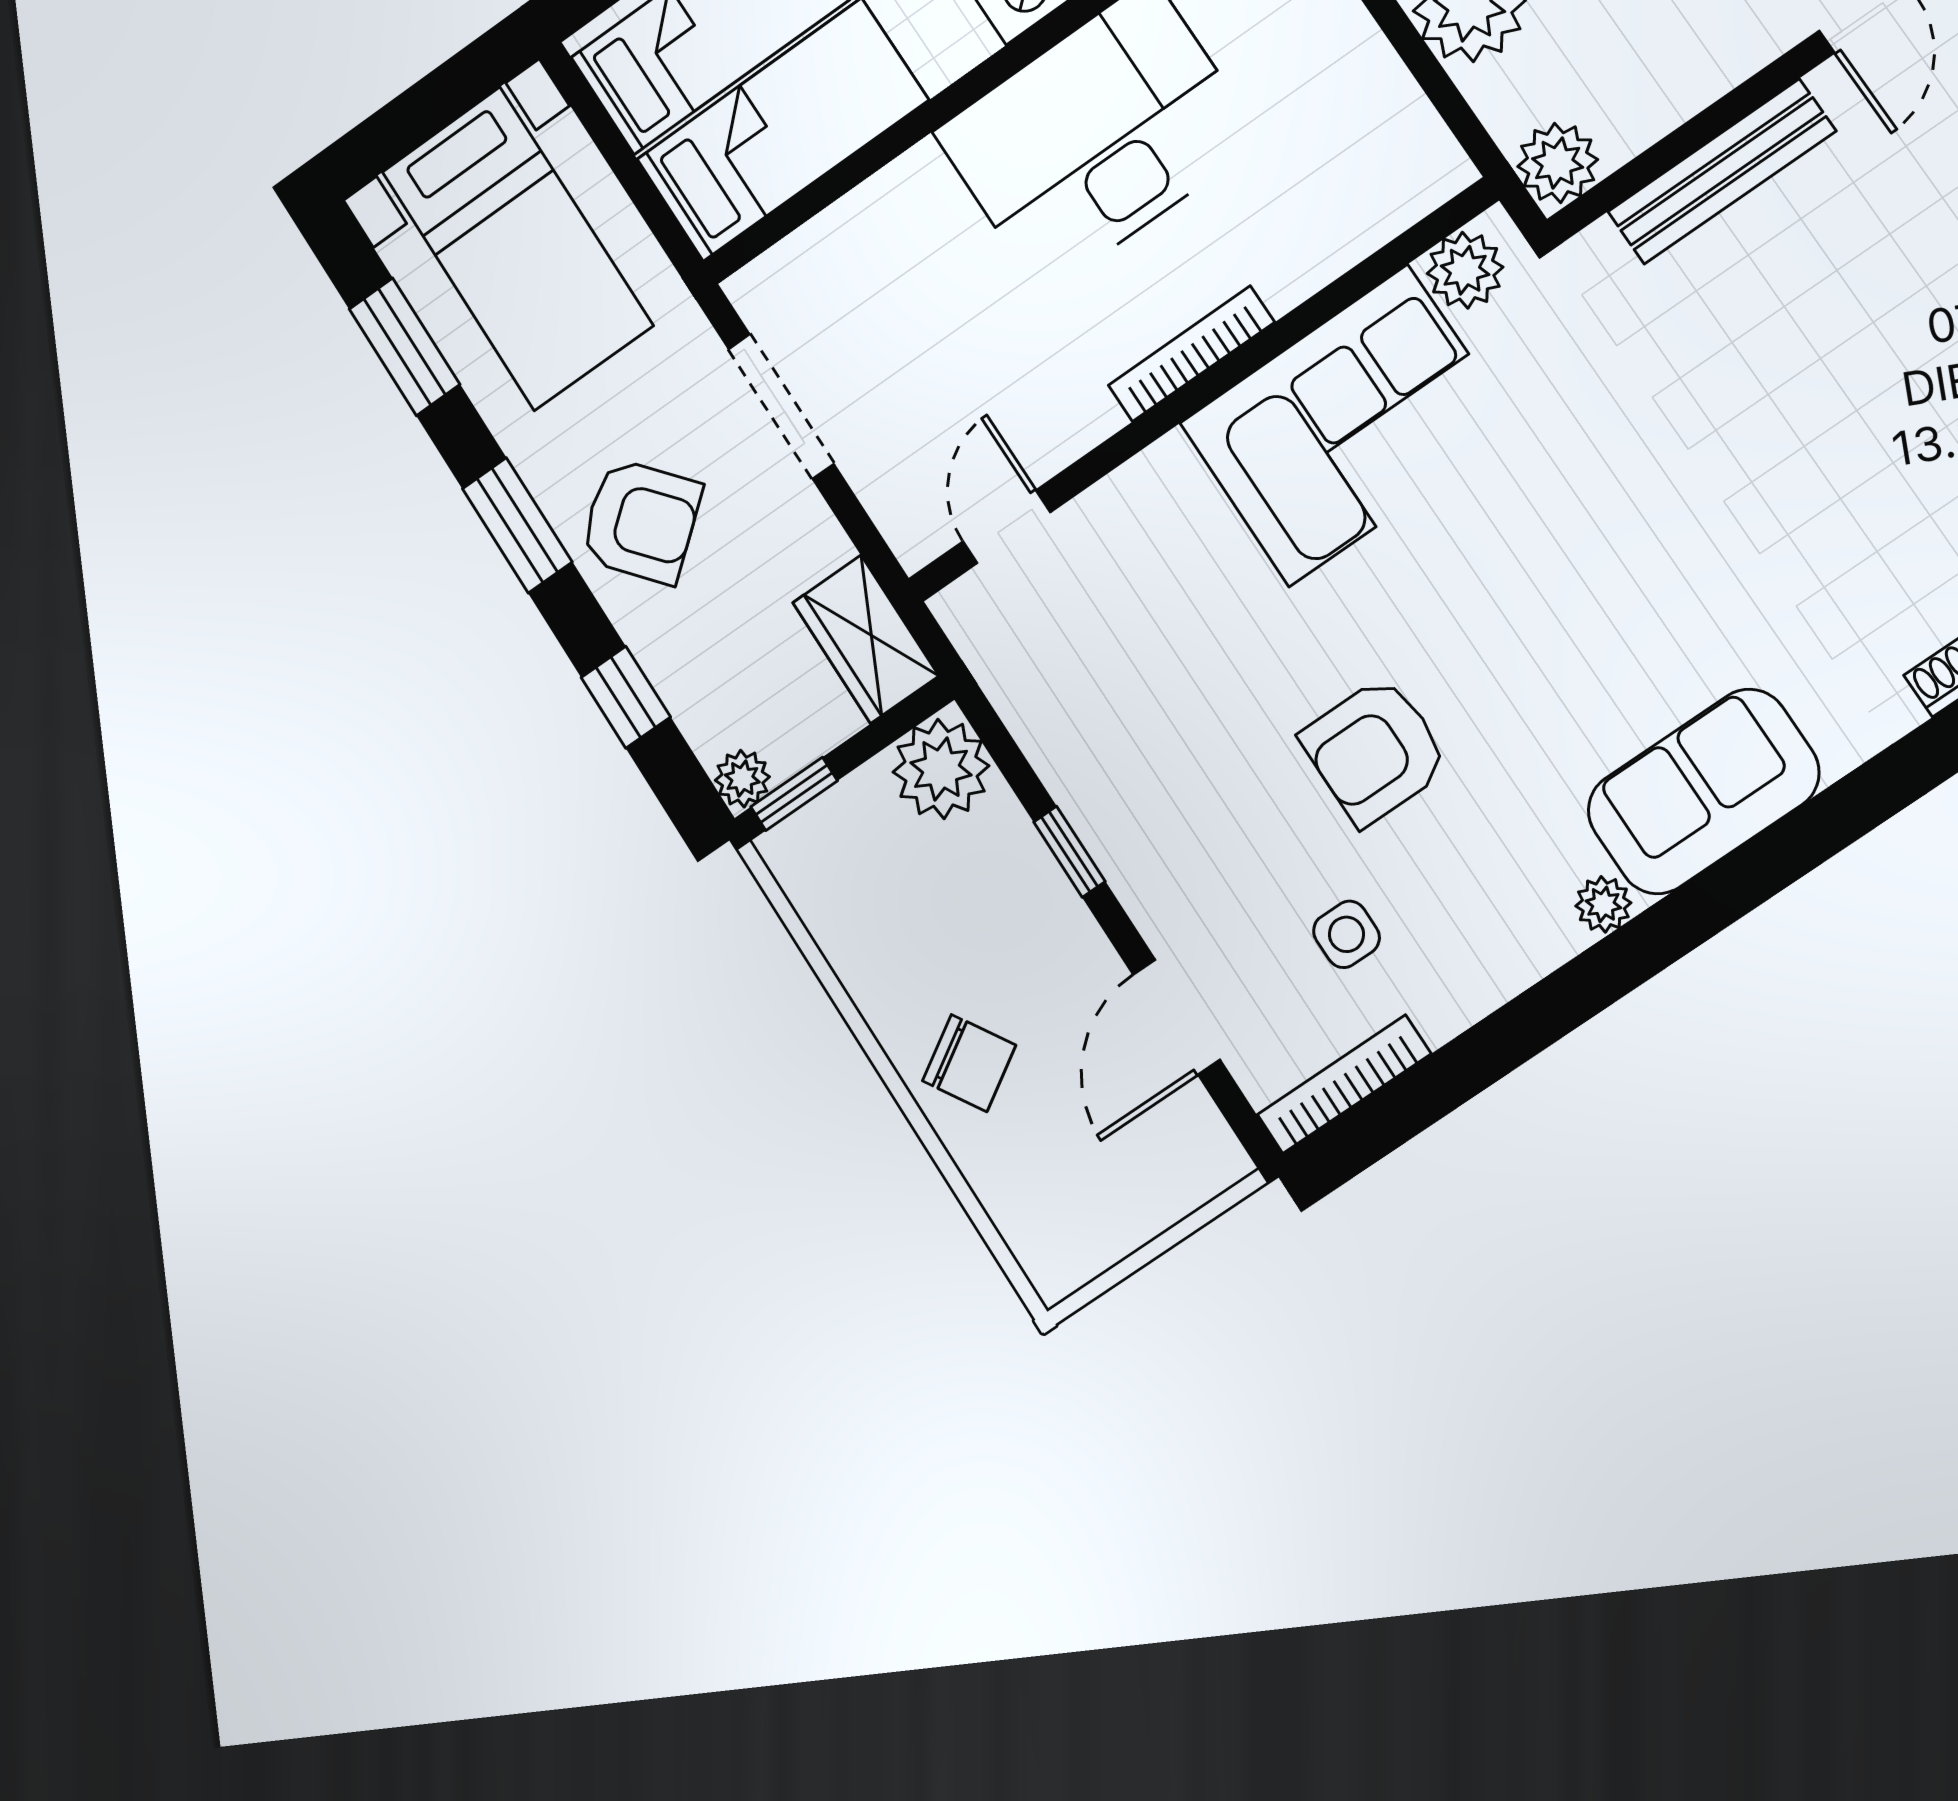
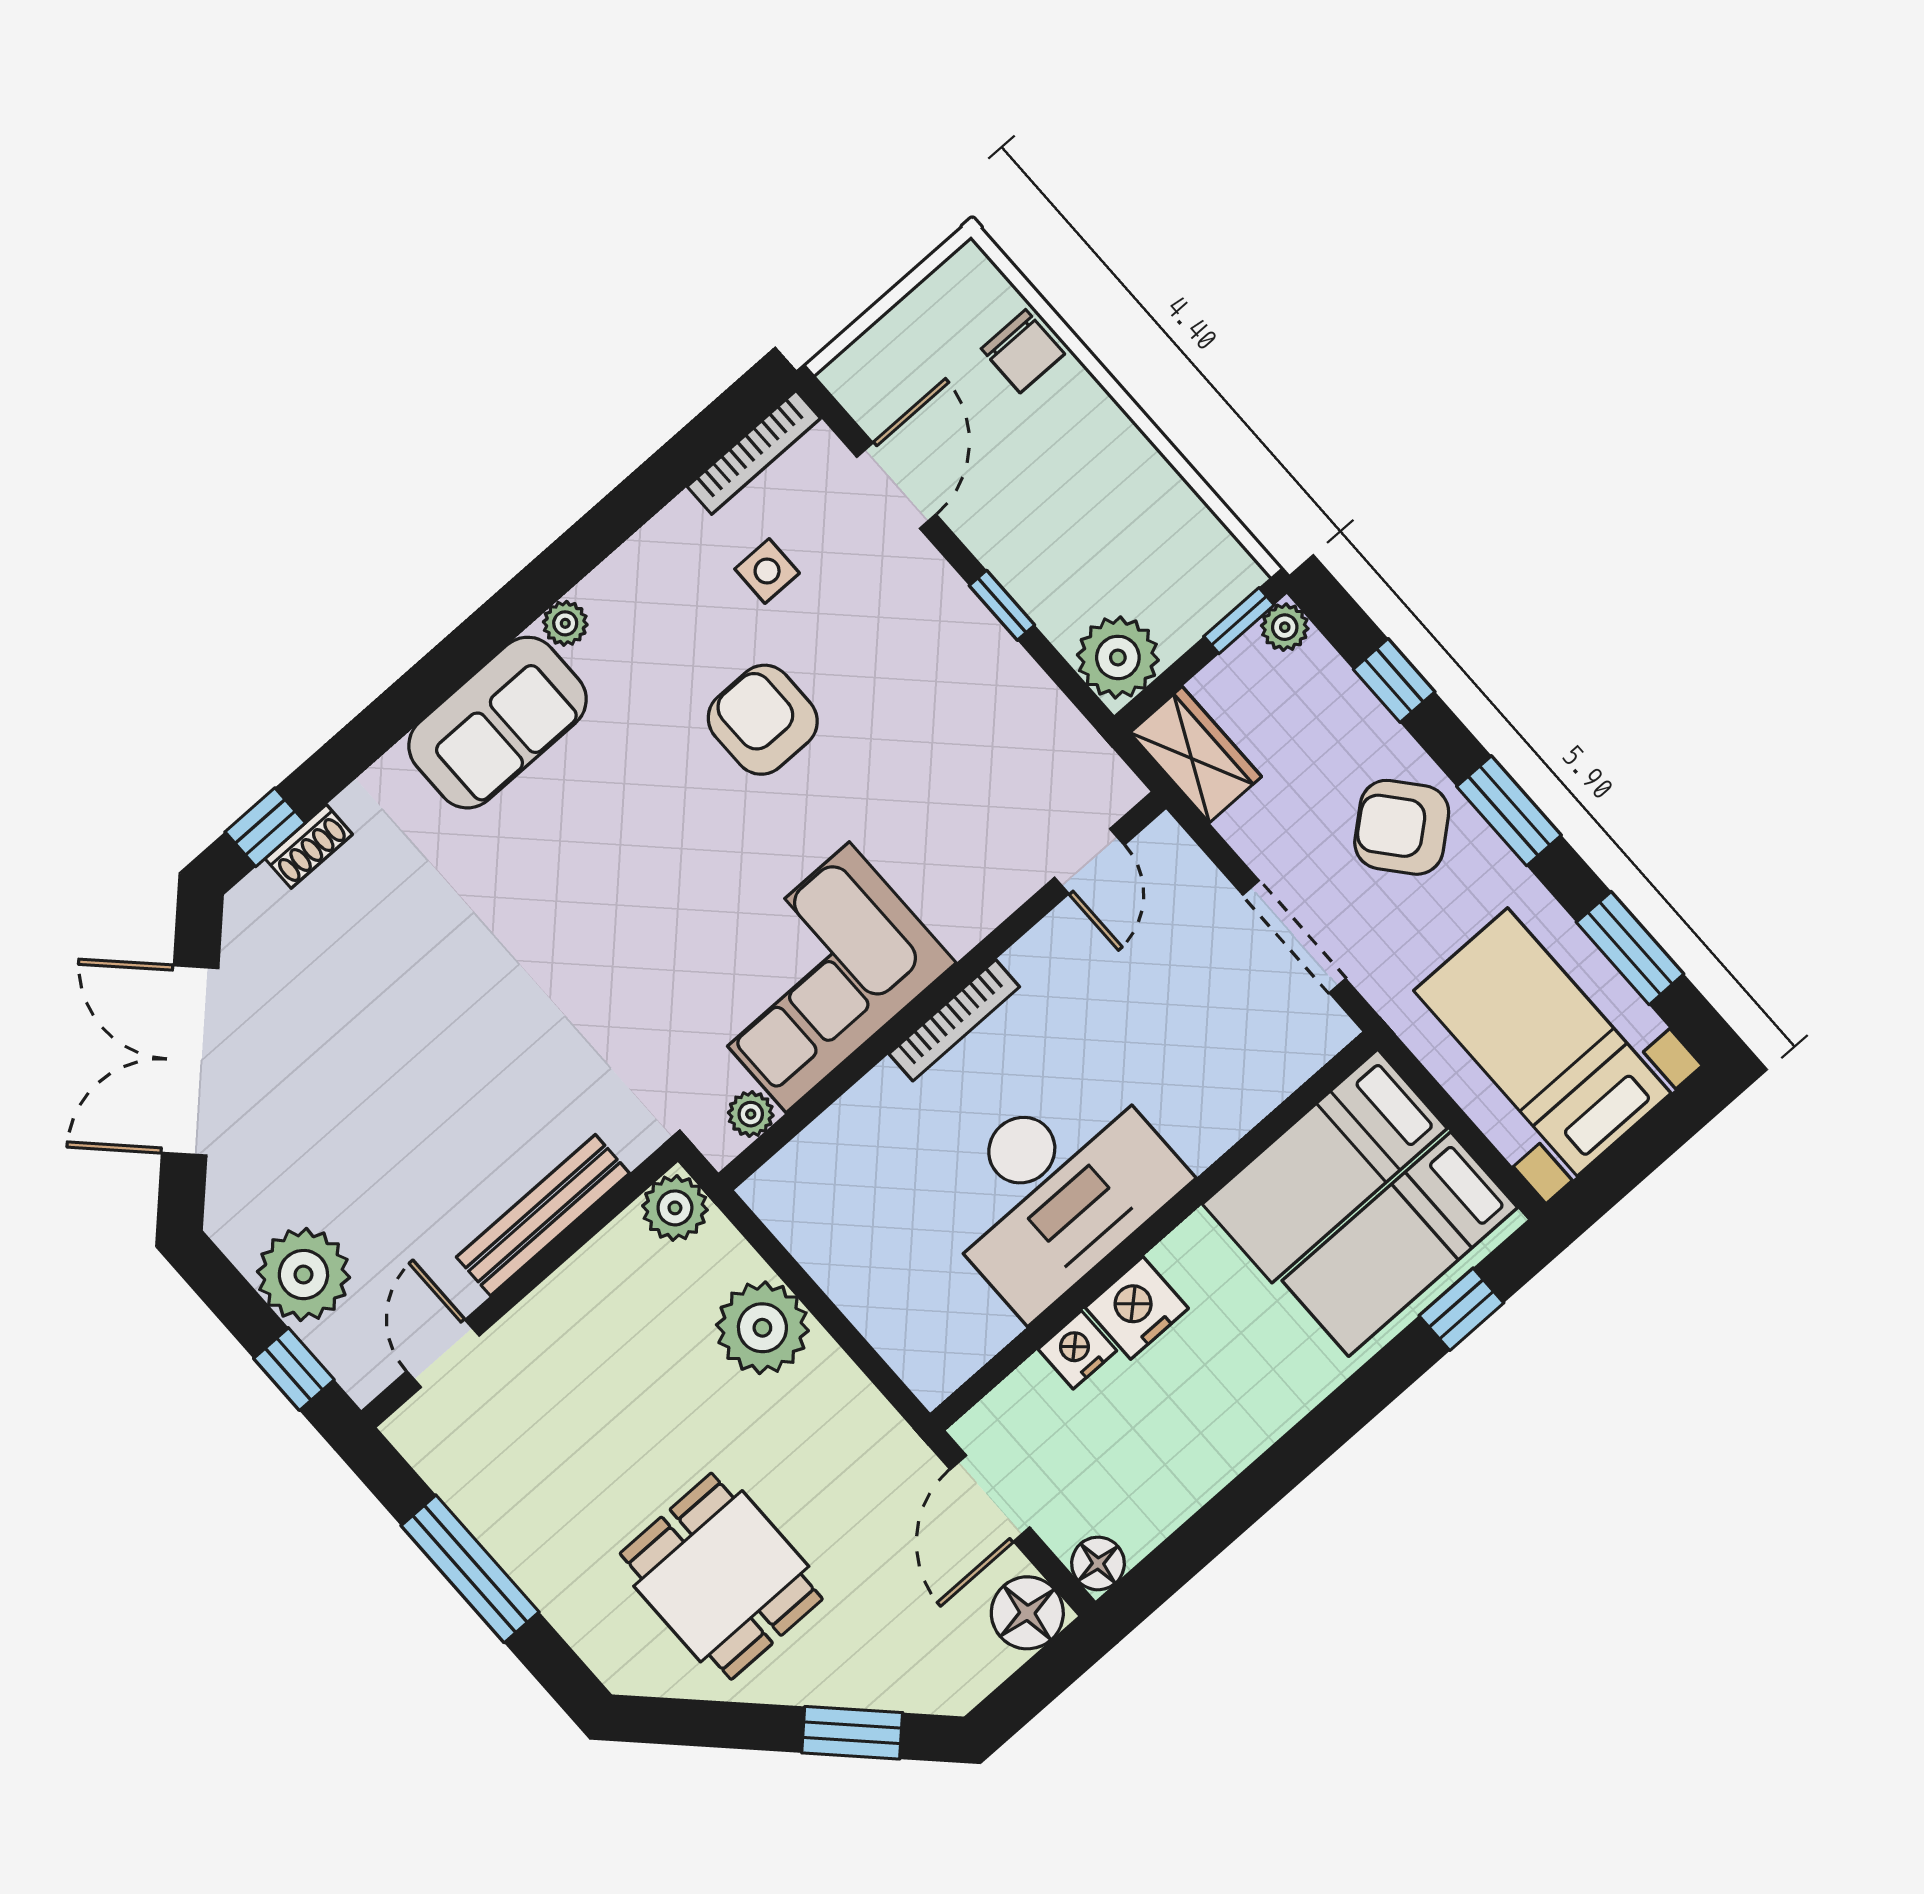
plant: (1465, 270) -> (751, 1114), width x0.73, depth x0.73
armchair: (1375, 751) -> (763, 720), turned -90
chair: (969, 1063) -> (1023, 351), moved, turned -148

